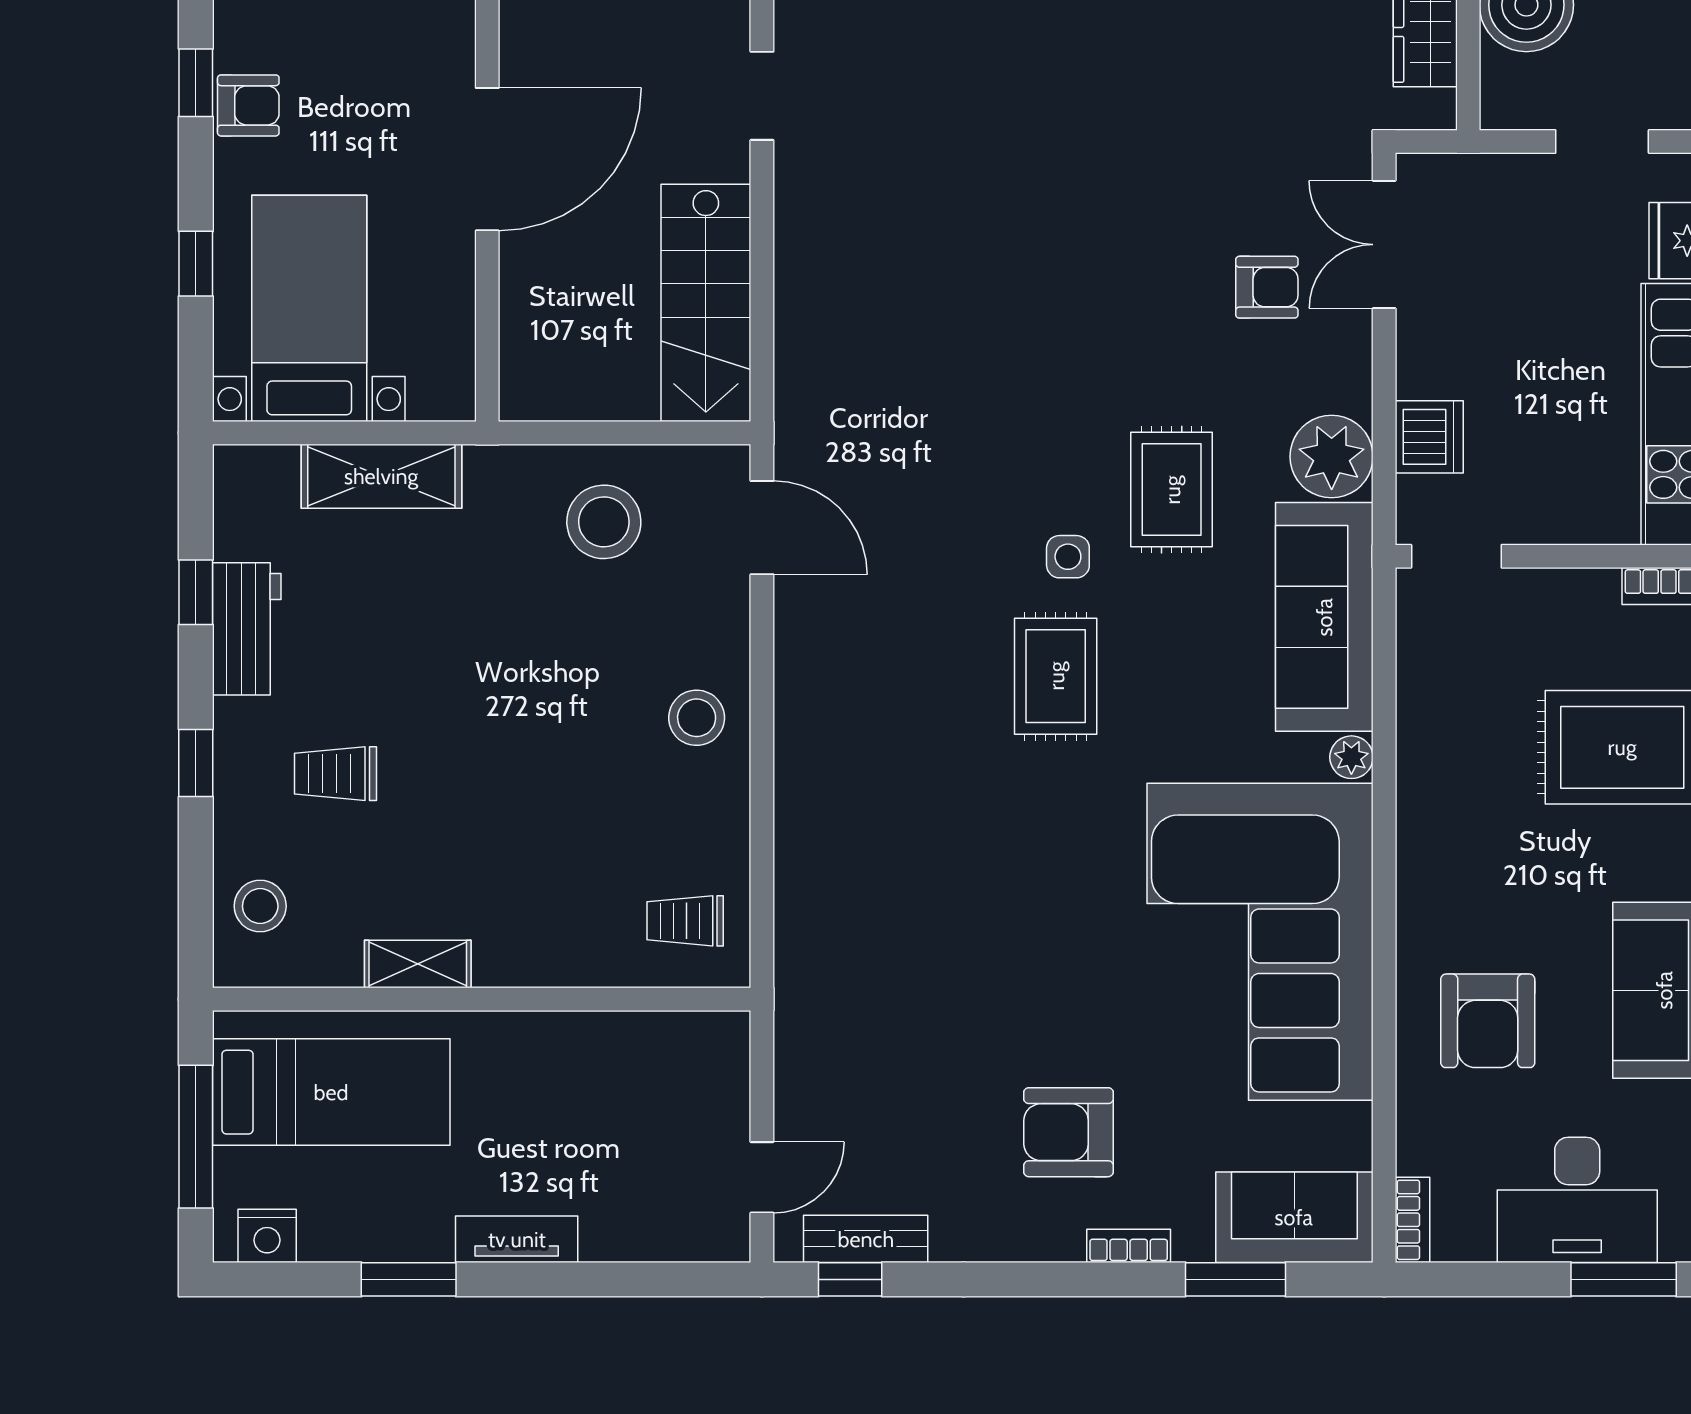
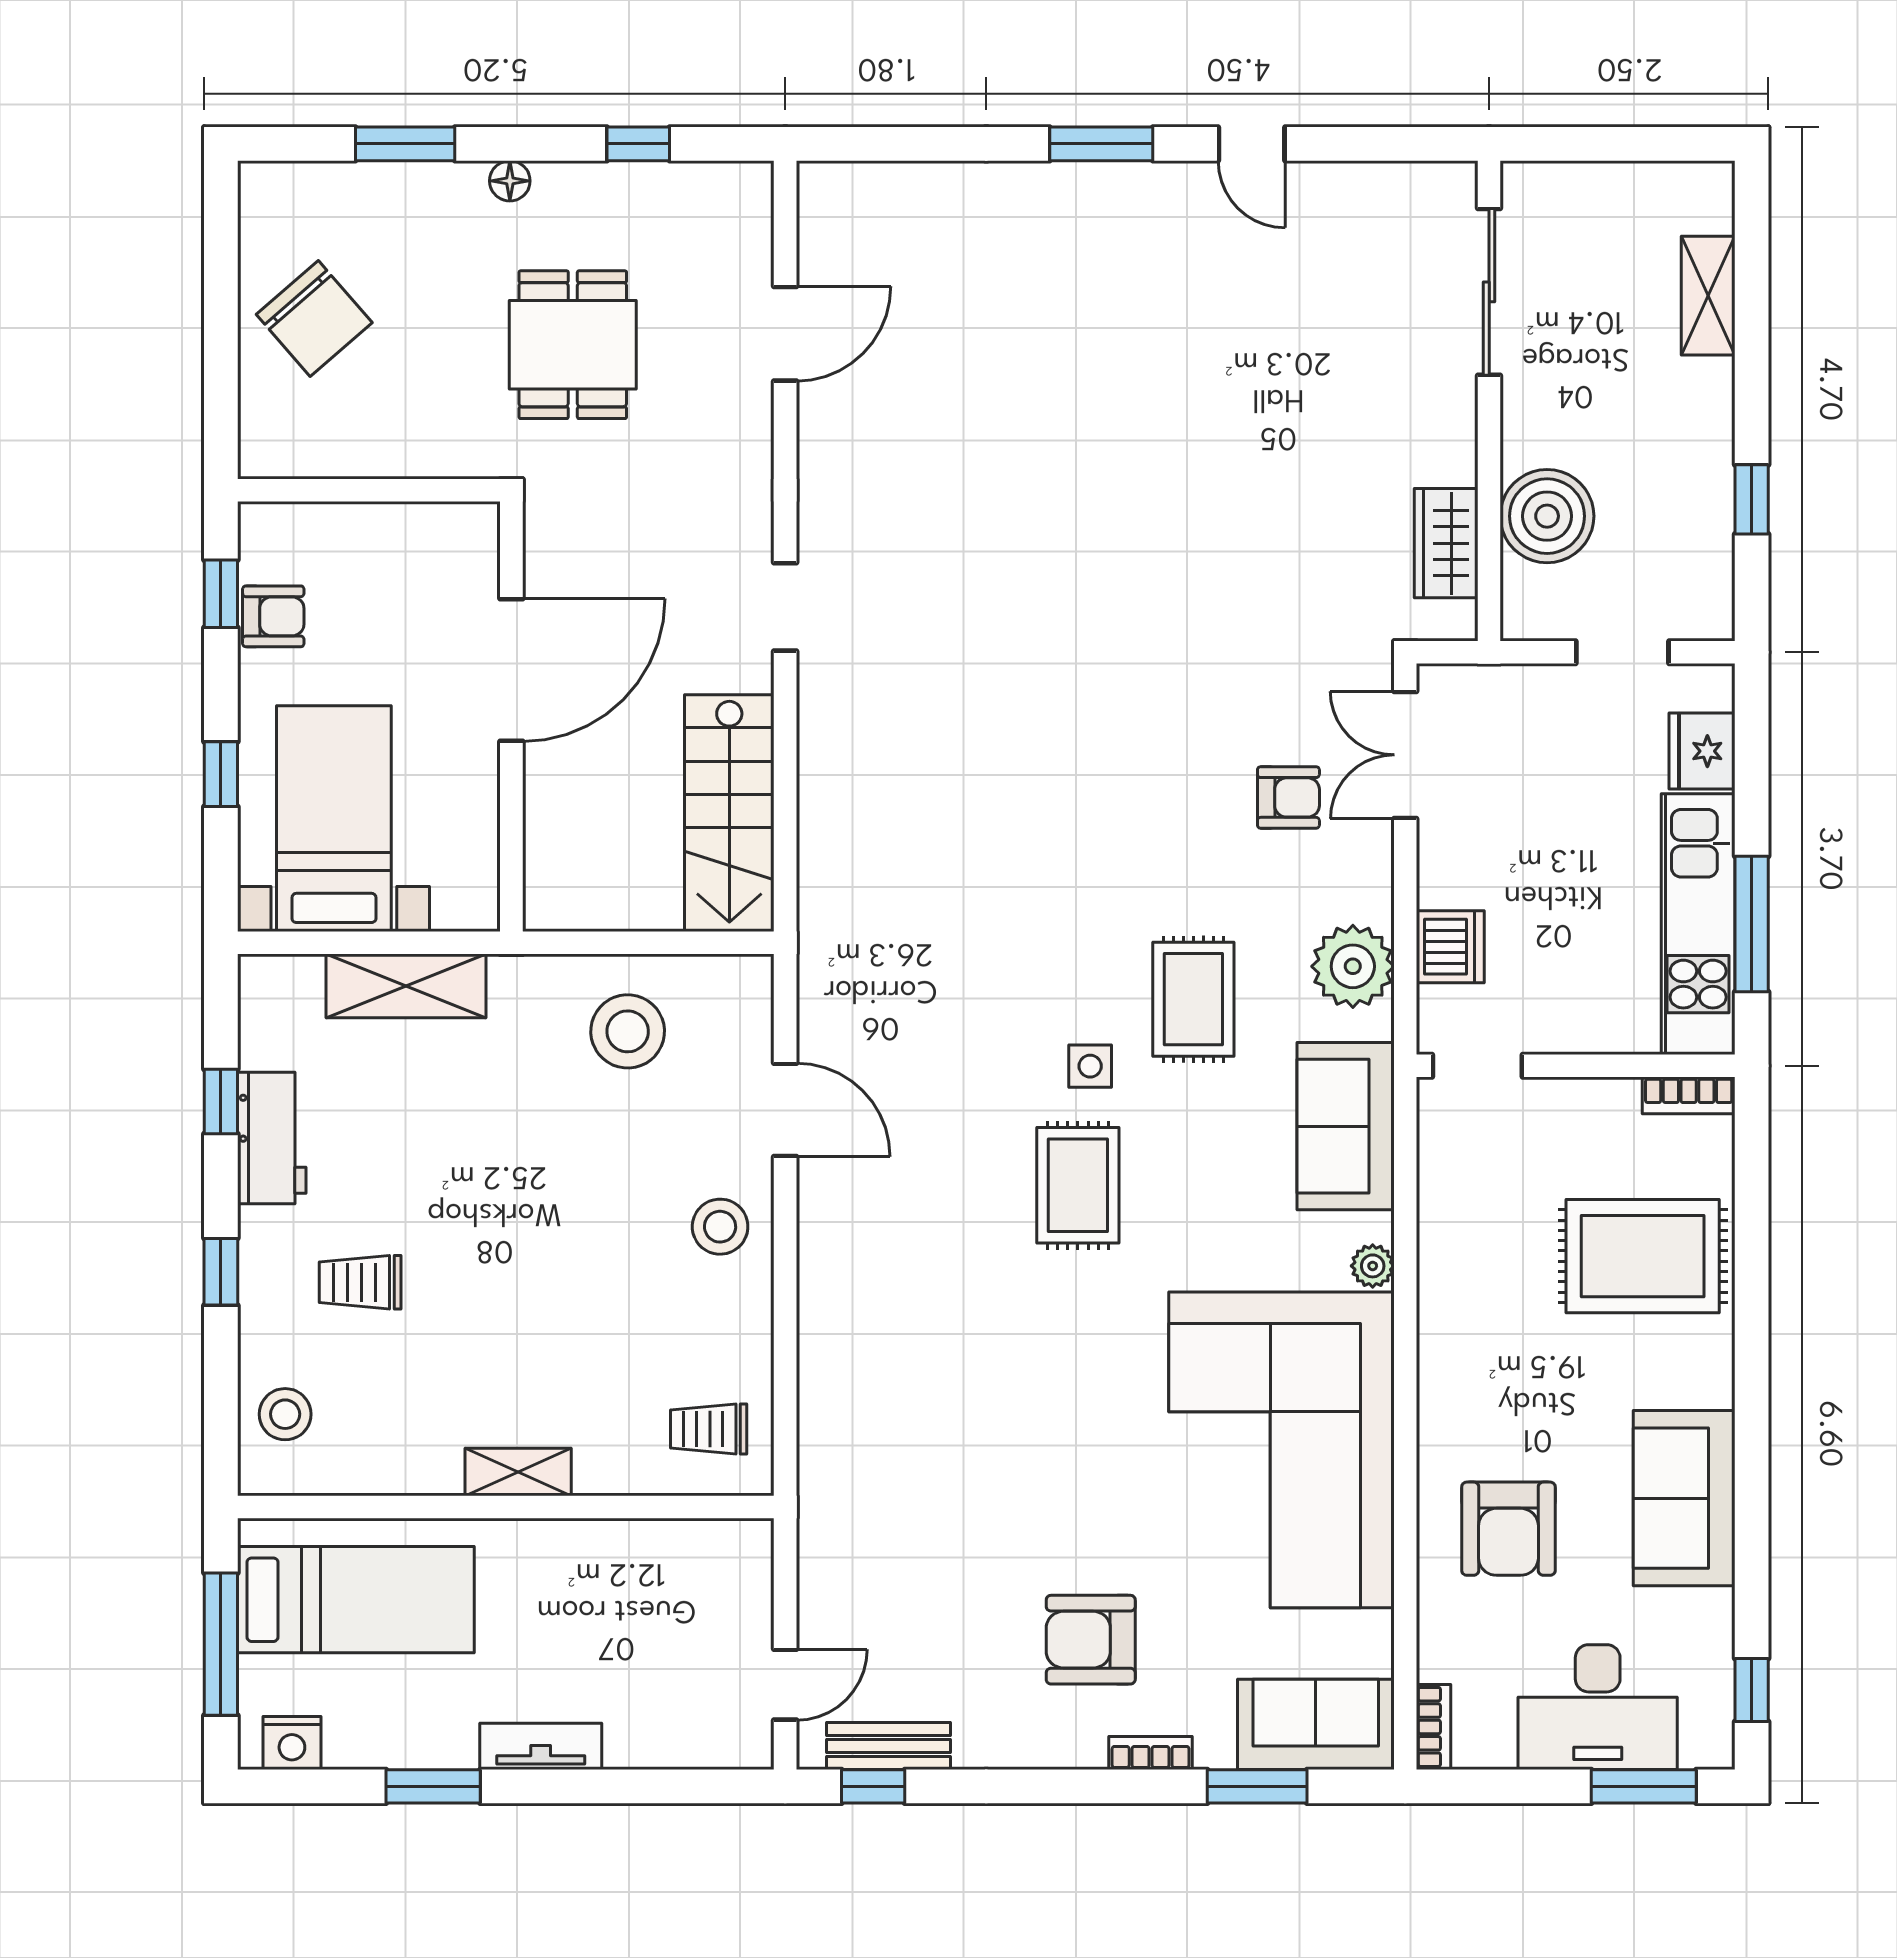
door: (762, 528) -> (785, 1110), moved
sofa: (1324, 617) -> (1346, 1126), width x0.73
shelving: (418, 964) -> (518, 1472), moved

